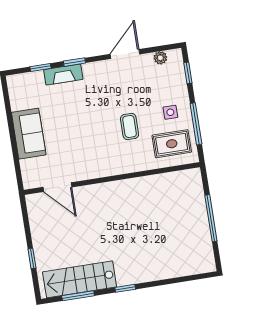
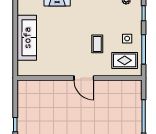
sofa: (29, 134) -> (27, 38), width x1.36
door: (57, 187) -> (84, 78), moved

